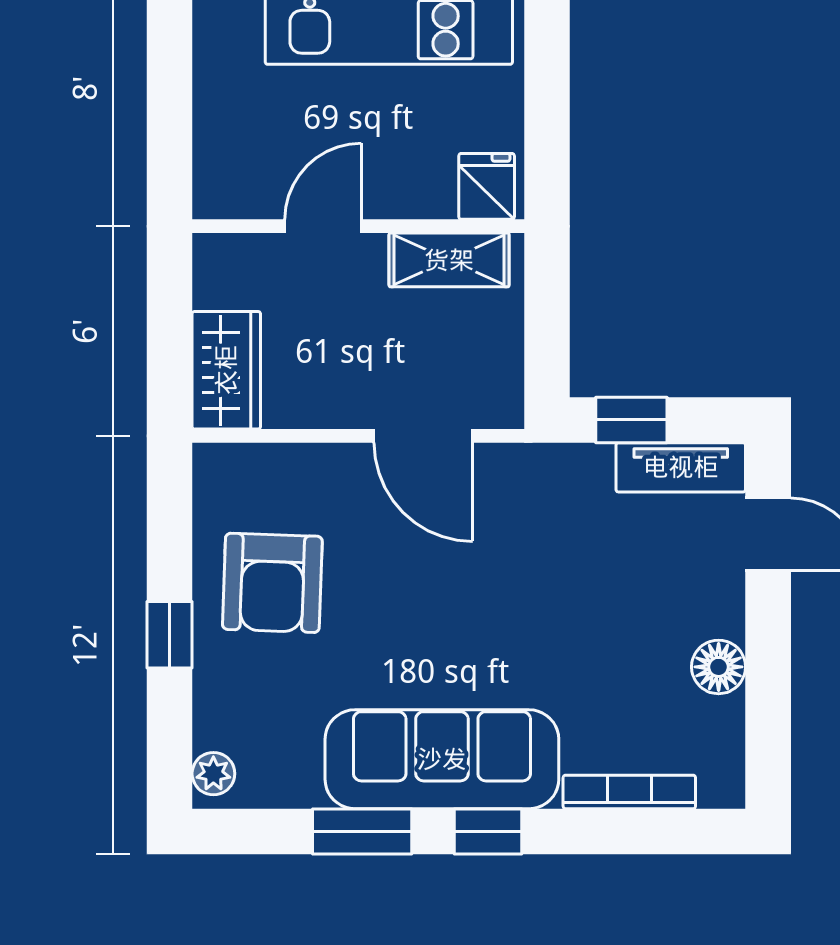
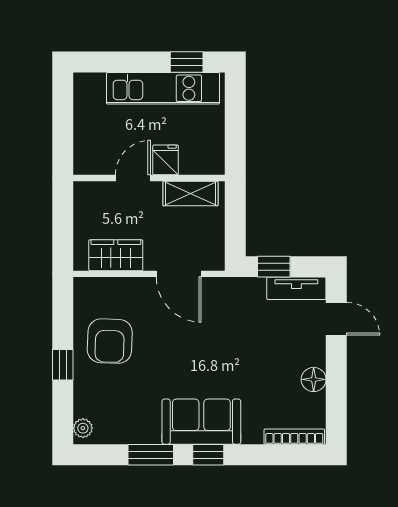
fridge: (487, 186) -> (166, 160), moved
wardrobe: (226, 370) -> (116, 255), moved, turned -90
sofa: (442, 759) -> (201, 422), width x0.73
bookcase: (629, 792) -> (294, 437), moved

